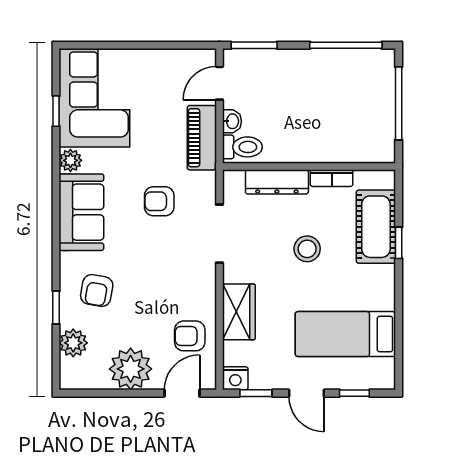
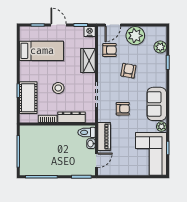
armchair: (97, 291) -> (128, 71), moved

